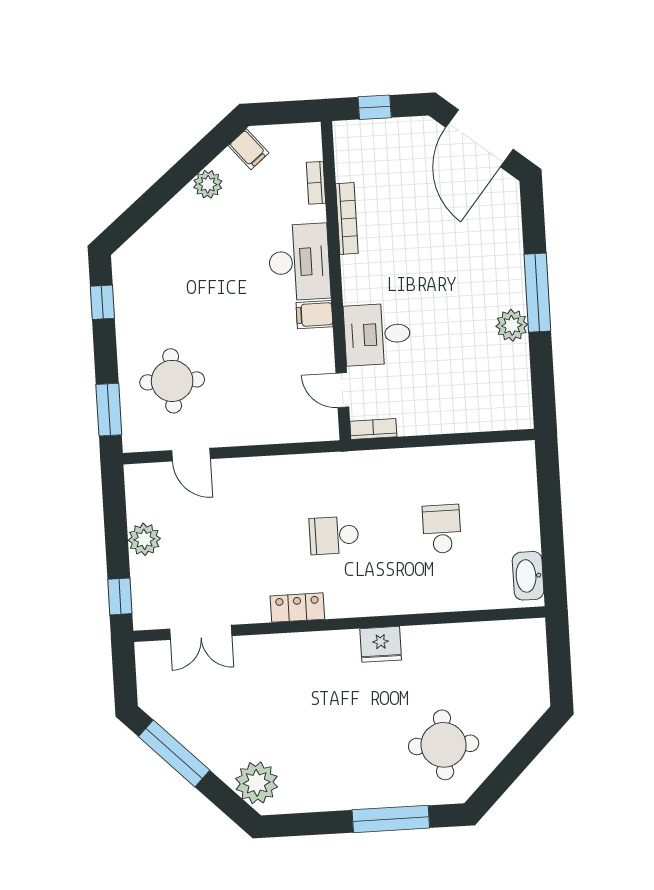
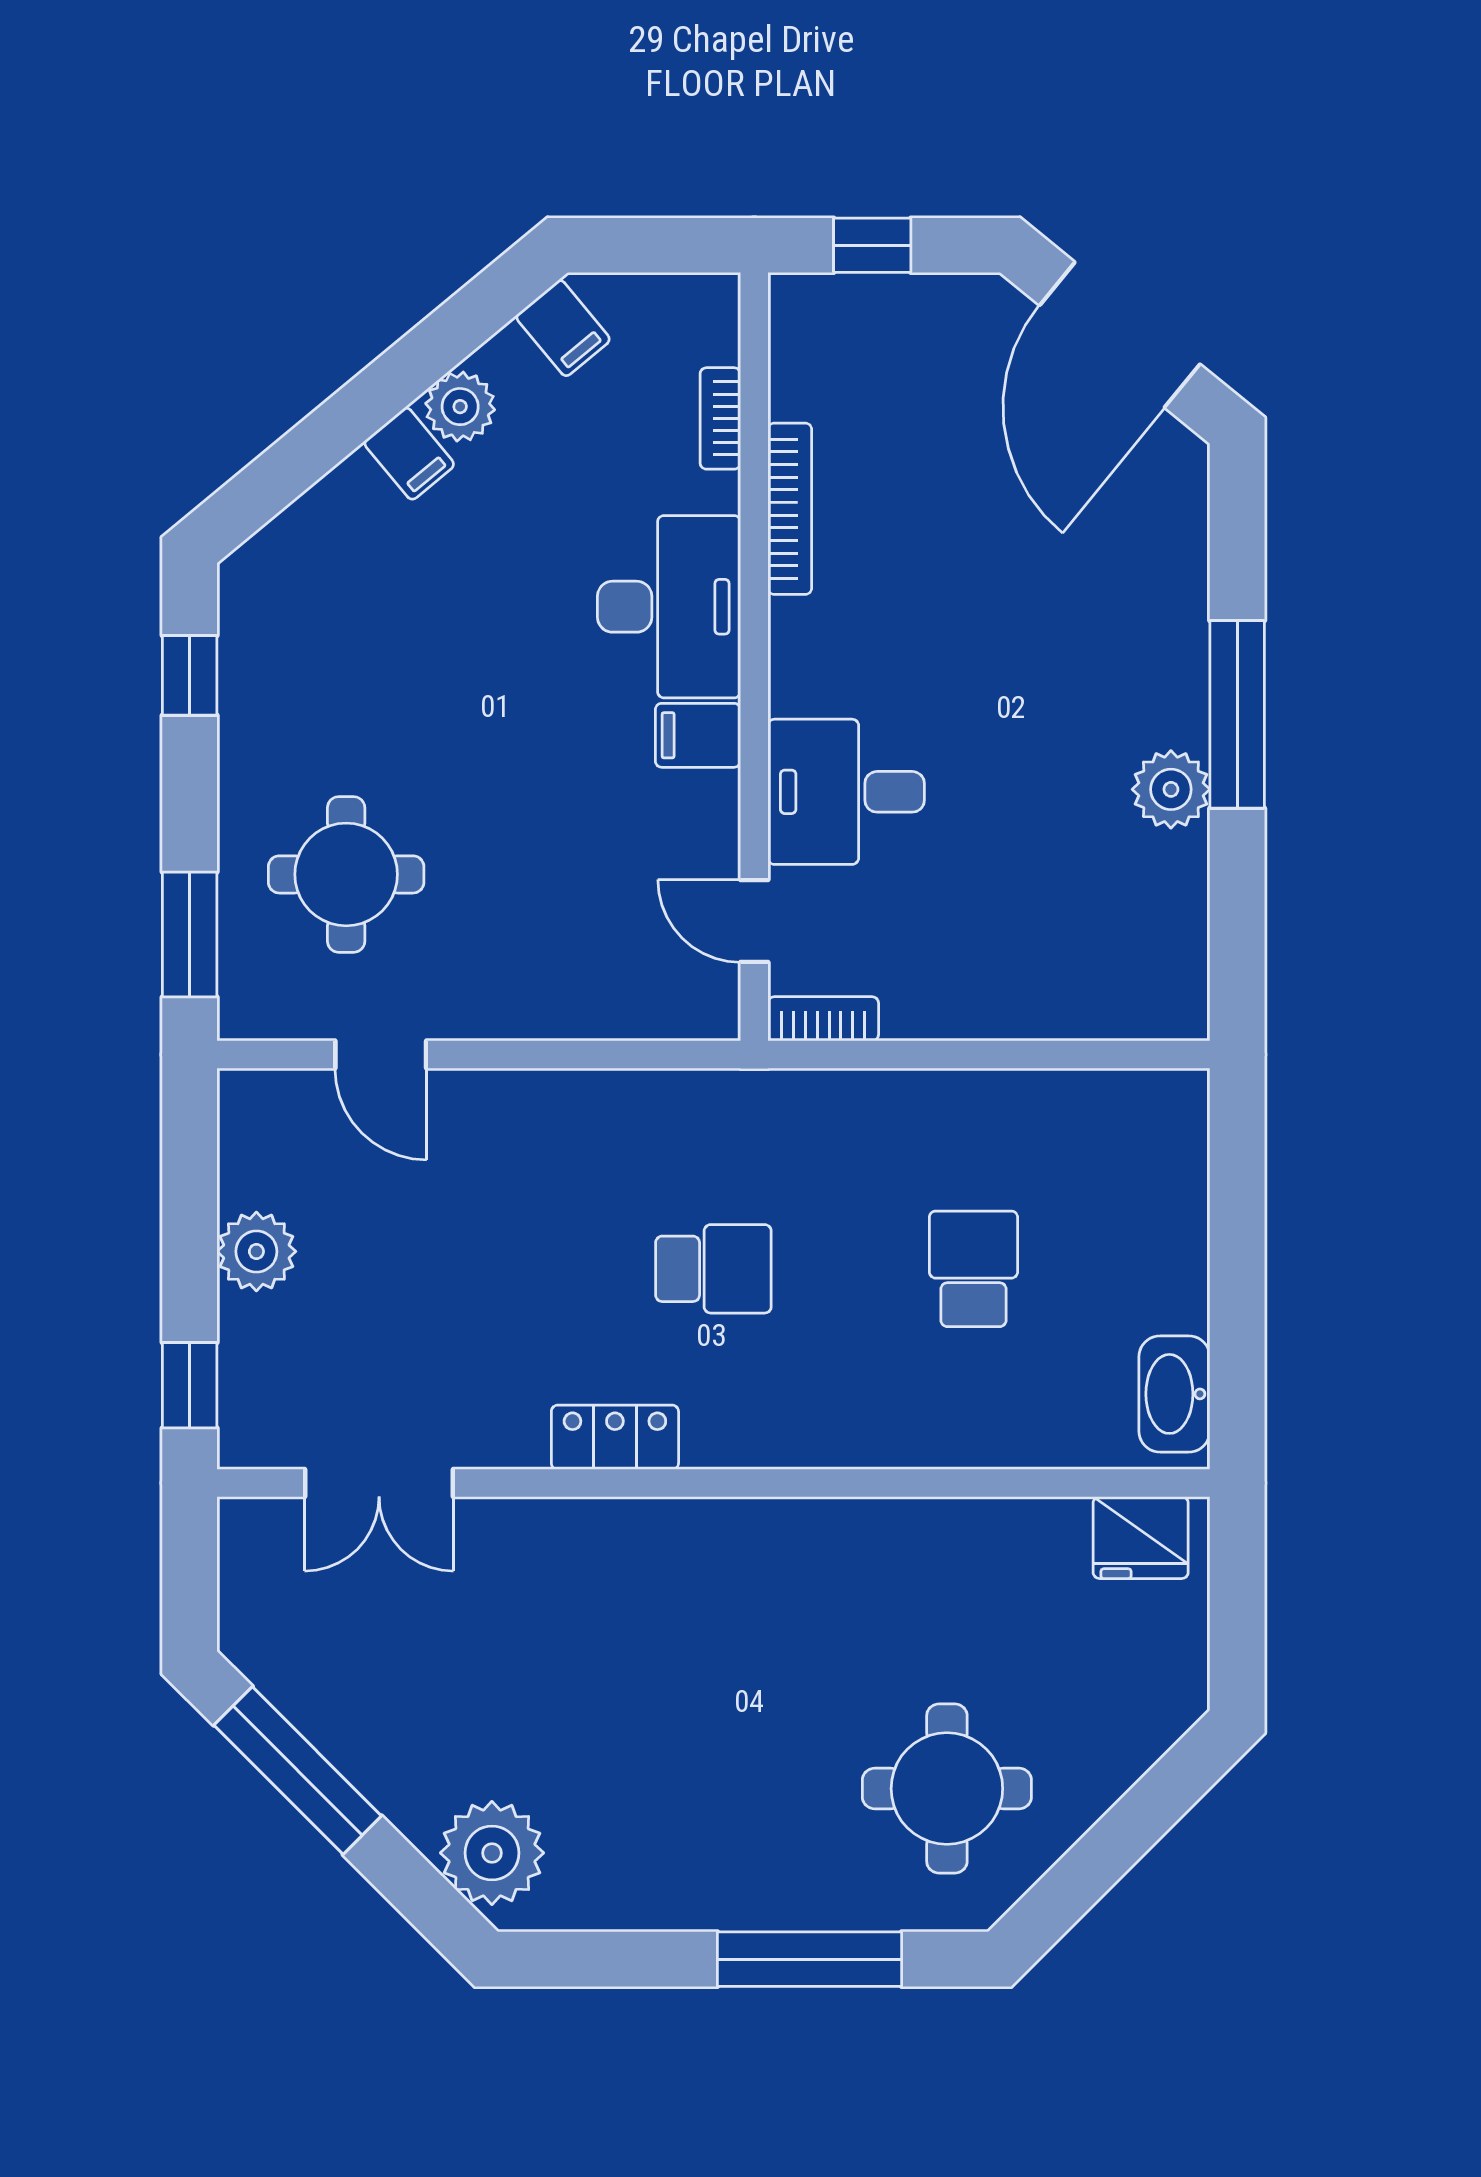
filing cabinet: (188, 205) -> (409, 454), added
school desk: (334, 535) -> (713, 1269), turned 180
fridge: (381, 644) -> (1141, 1538), moved

